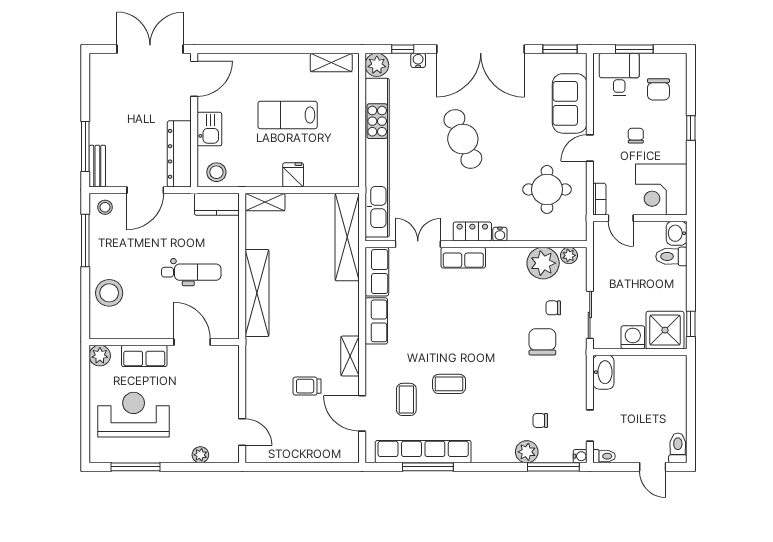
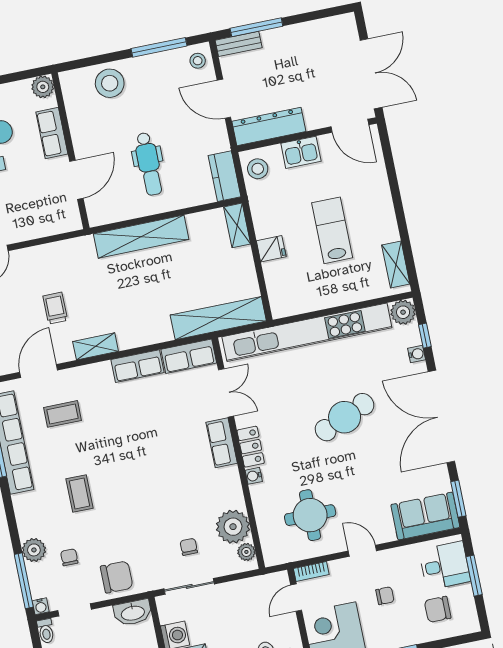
sofa: (570, 103) -> (425, 516), moved
chair: (542, 342) -> (117, 577), moved
coffee table: (449, 384) -> (80, 494), moved

